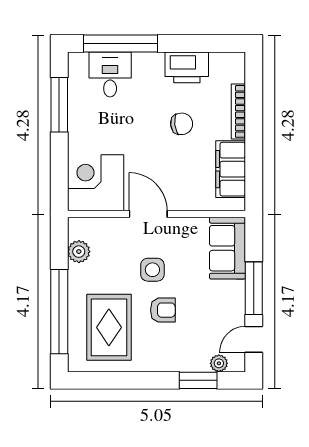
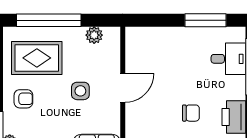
chair: (182, 124) -> (191, 113), turned -83
corner desk: (96, 183) -> (146, 48), removed
armchair: (163, 310) -> (23, 99), moved, turned -90

